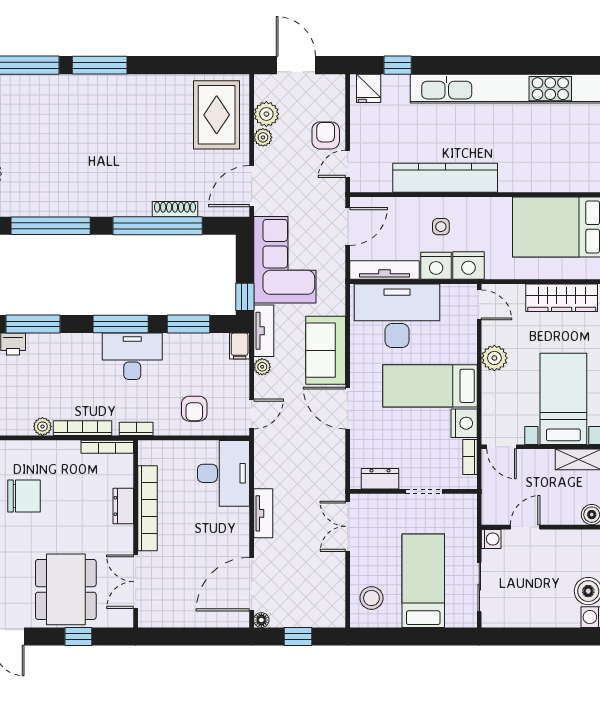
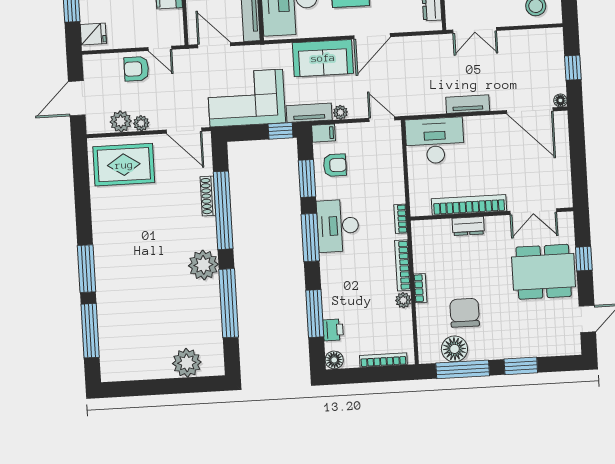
plant: (96, 199) -> (203, 265), added
armchair: (194, 409) -> (335, 165), moved
bookcase: (107, 447) -> (420, 288), moved, width x0.64

